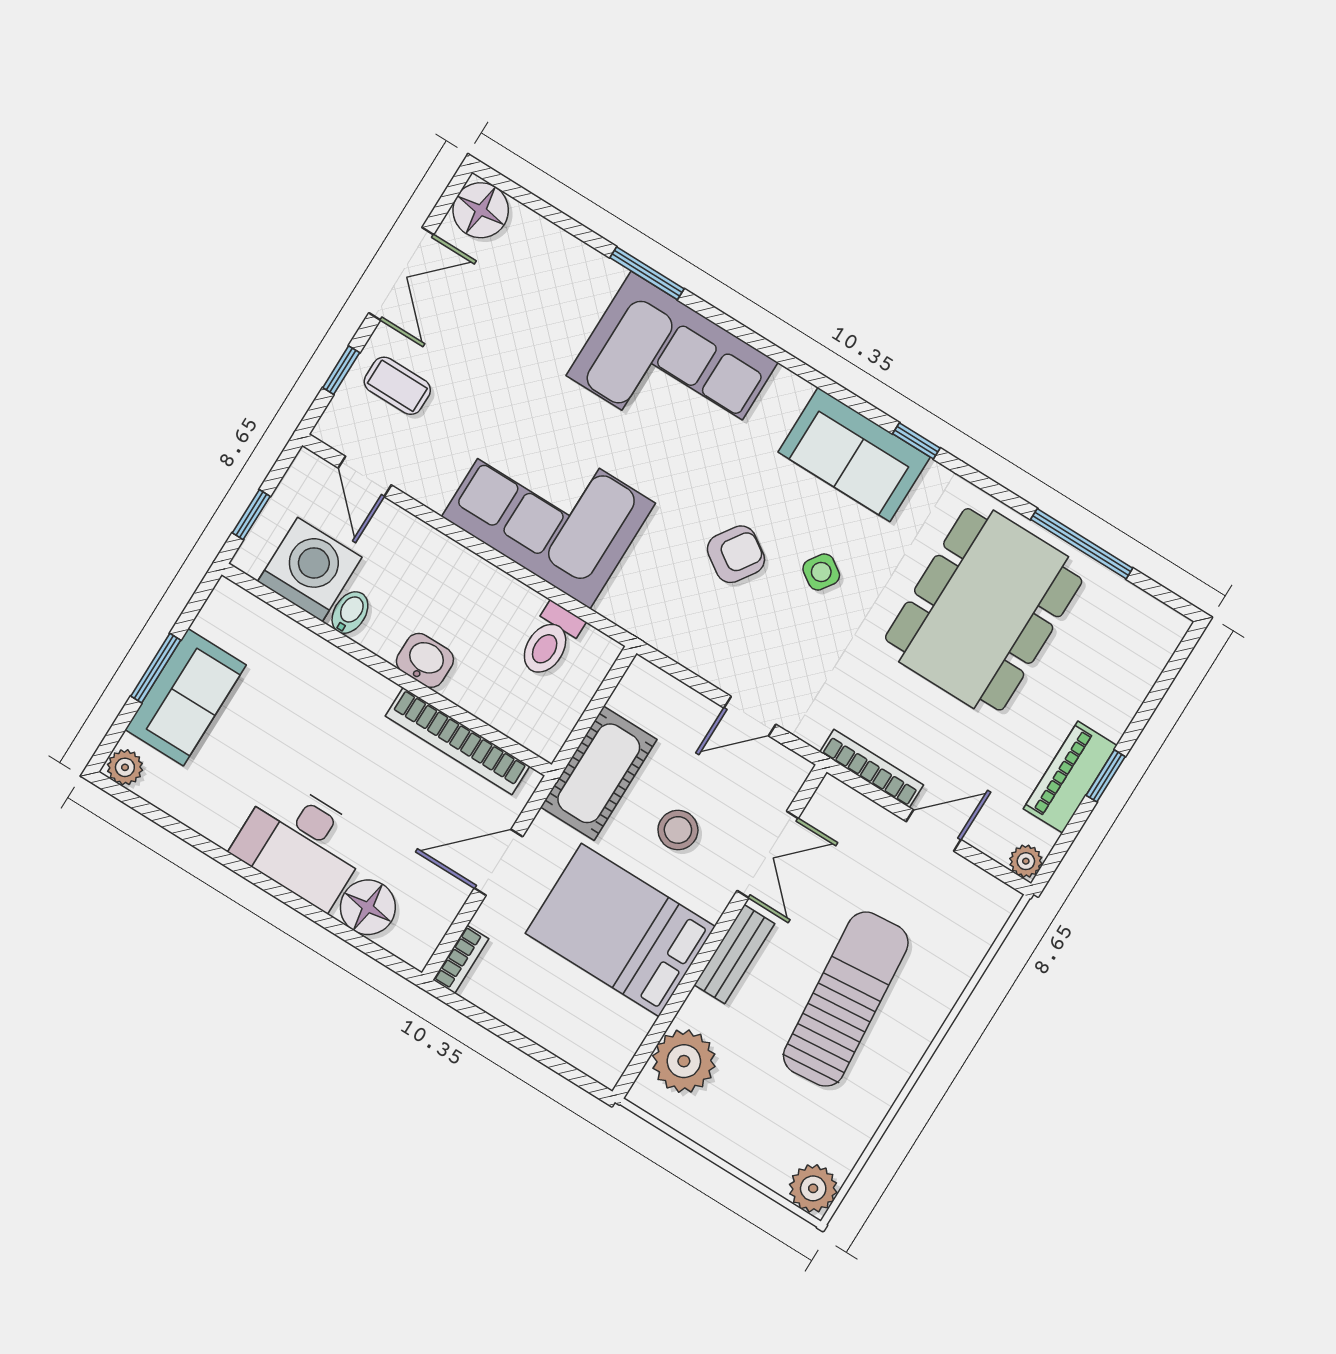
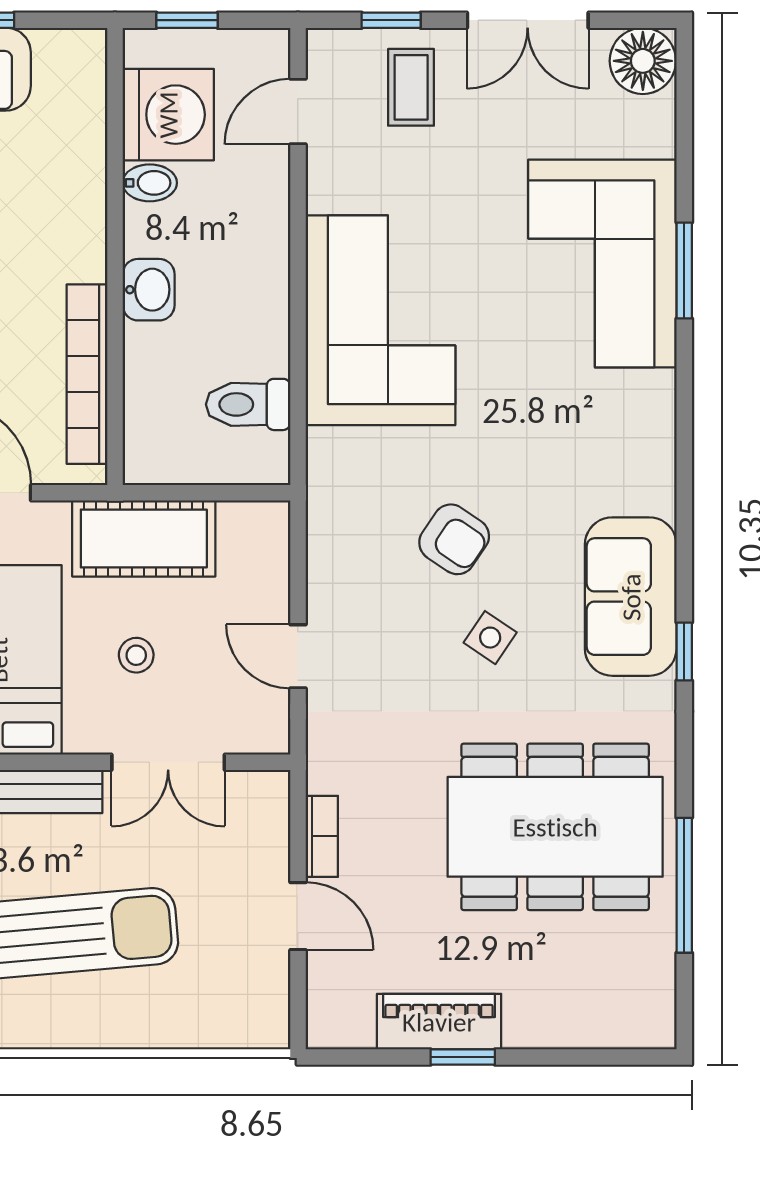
corner sofa: (672, 369) -> (602, 263), moved
bookcase: (872, 768) -> (322, 836), width x0.64
stool: (678, 830) -> (136, 655), width x0.73, depth x0.73
plant: (1026, 861) -> (325, 1030), removed

